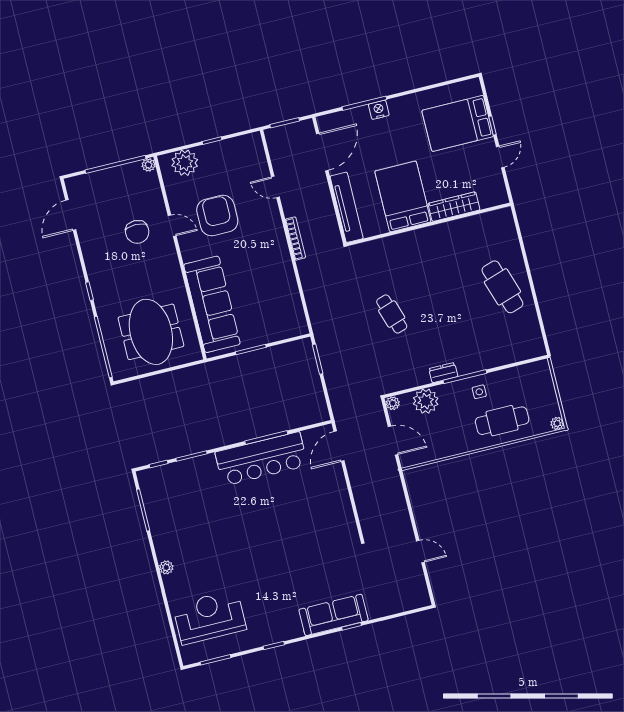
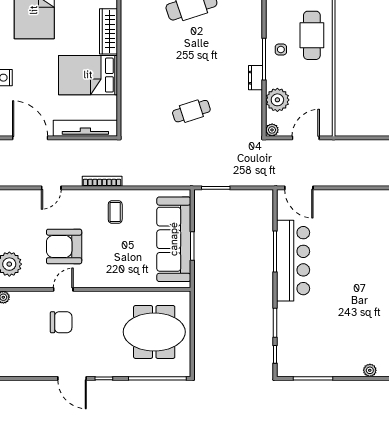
door: (71, 215) -> (72, 378), moved
coffee table: (266, 260) -> (115, 212), added
sofa: (212, 304) -> (174, 239), moved, turned -90

